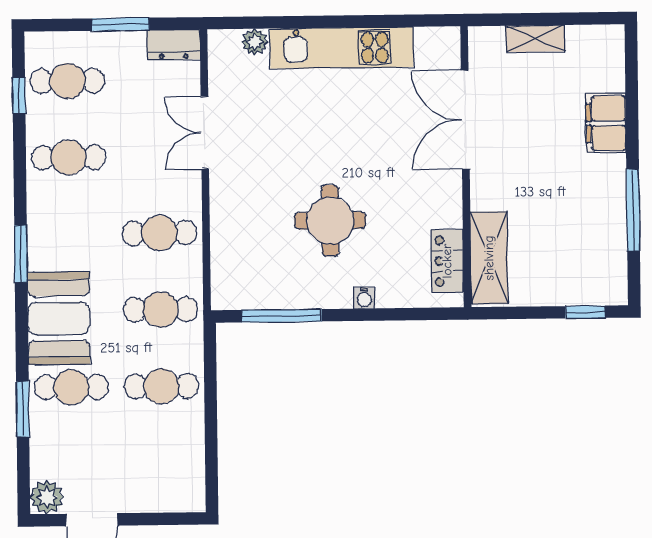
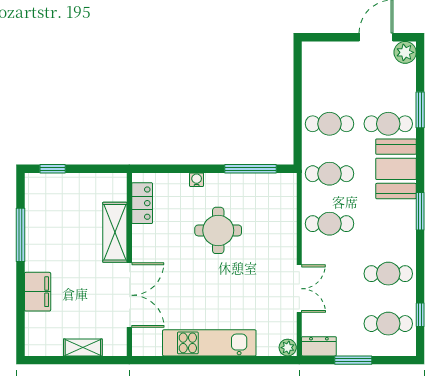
plant: (255, 42) -> (288, 348), moved
shelving: (489, 258) -> (115, 232), moved

